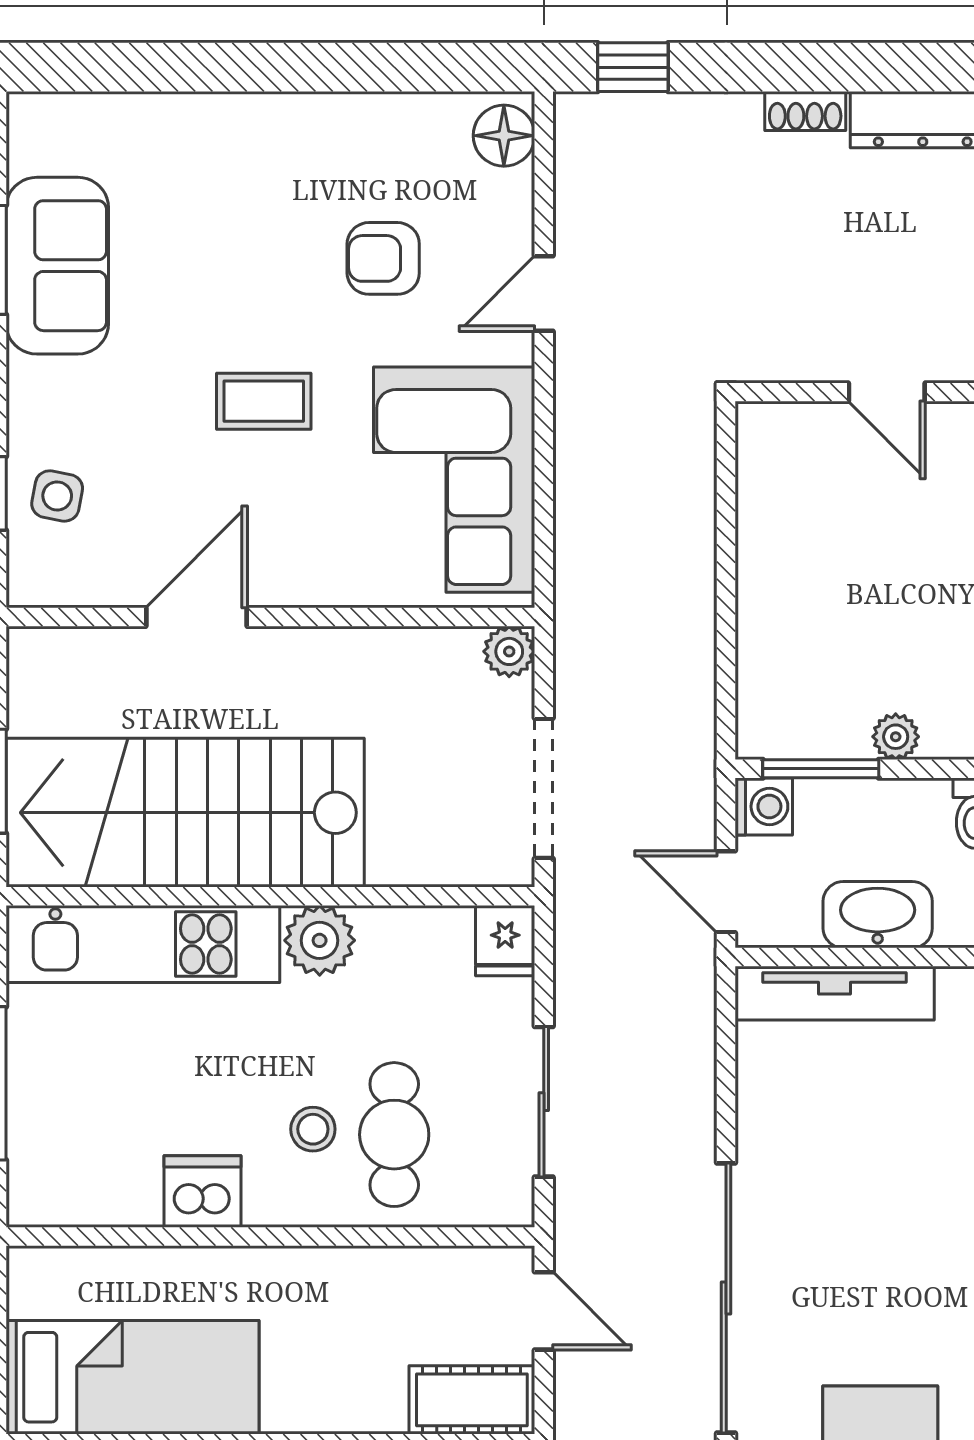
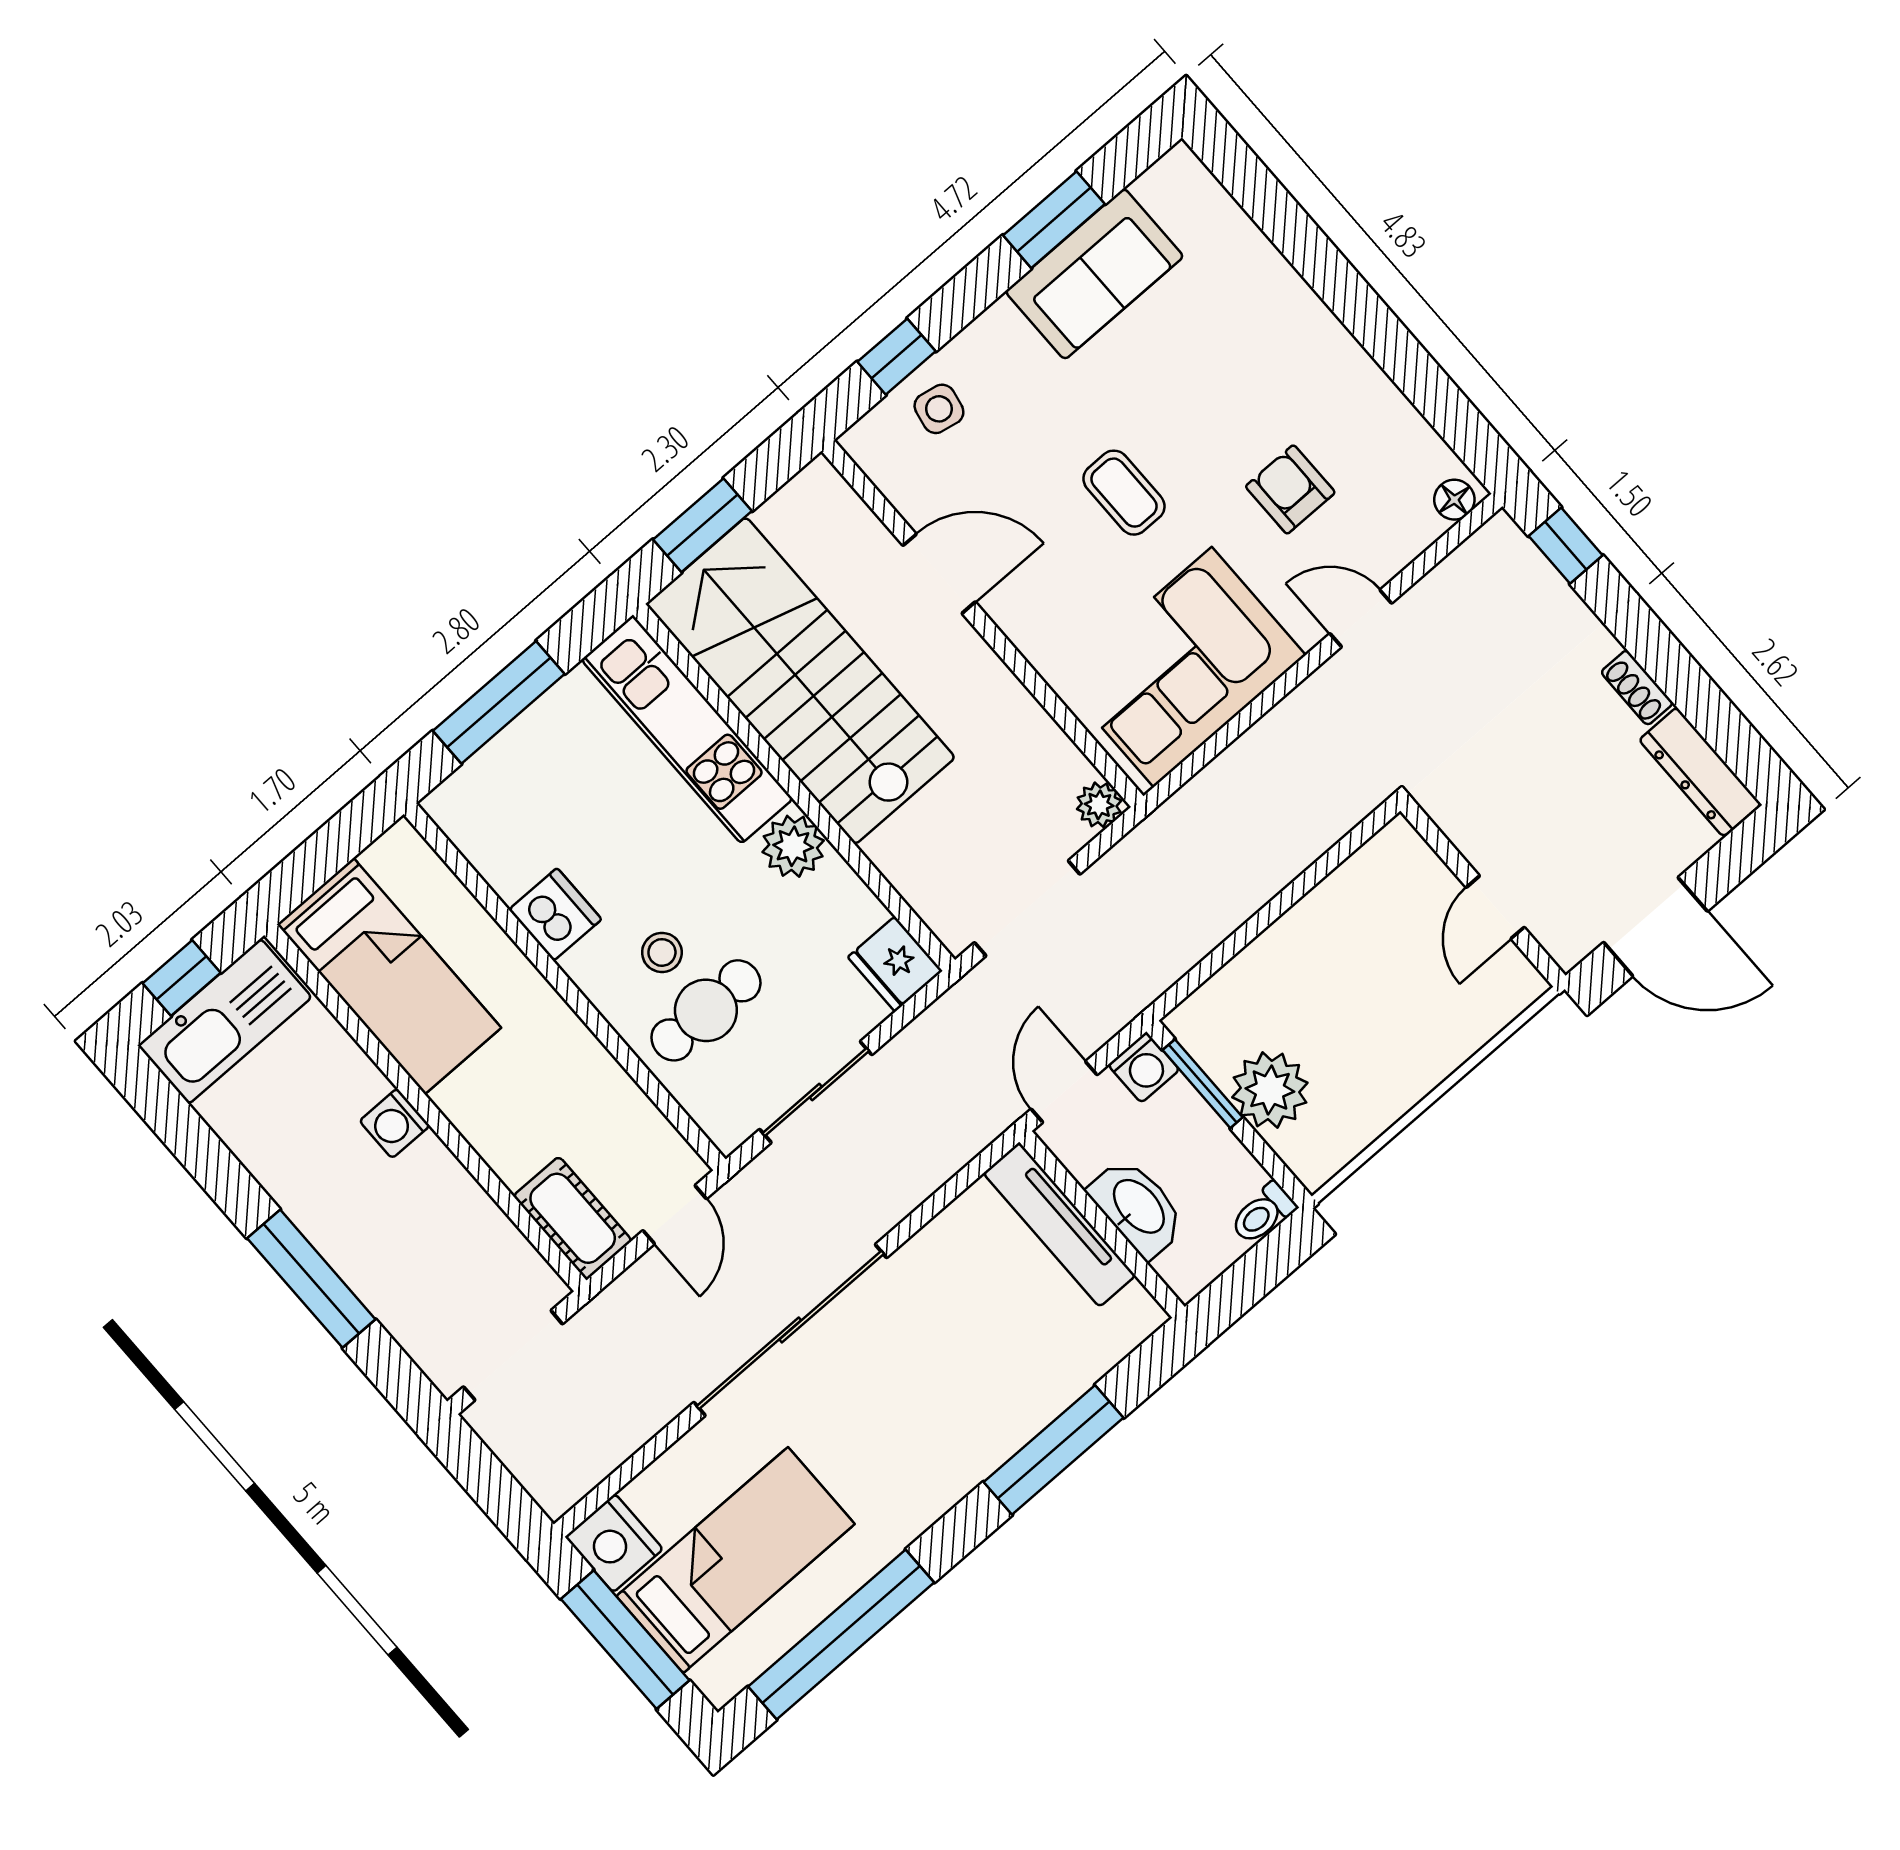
floor lamp: (504, 136) -> (1454, 500), width x0.73, depth x0.73
plant: (896, 737) -> (1270, 1090), width x1.87, depth x1.87
fridge: (505, 941) -> (895, 964), width x1.38

